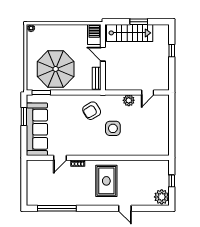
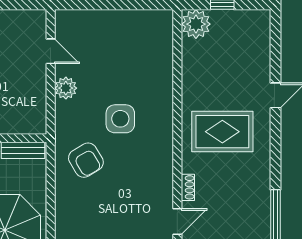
door: (60, 158) -> (177, 221), hinge flipped
plant: (162, 197) -> (196, 24), moved

